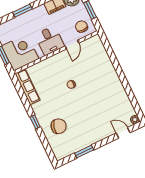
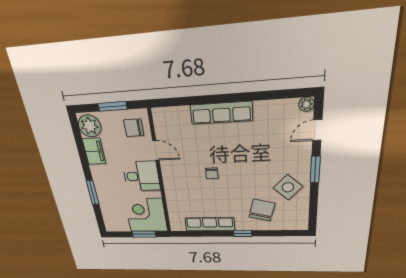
row of seats: (112, 75) -> (221, 113), added
row of seats: (27, 87) -> (210, 224), moved
side table: (81, 134) -> (288, 187), added
window: (84, 152) -> (315, 170), moved

